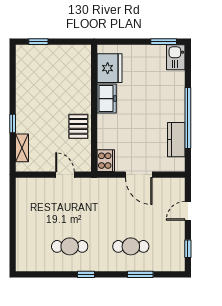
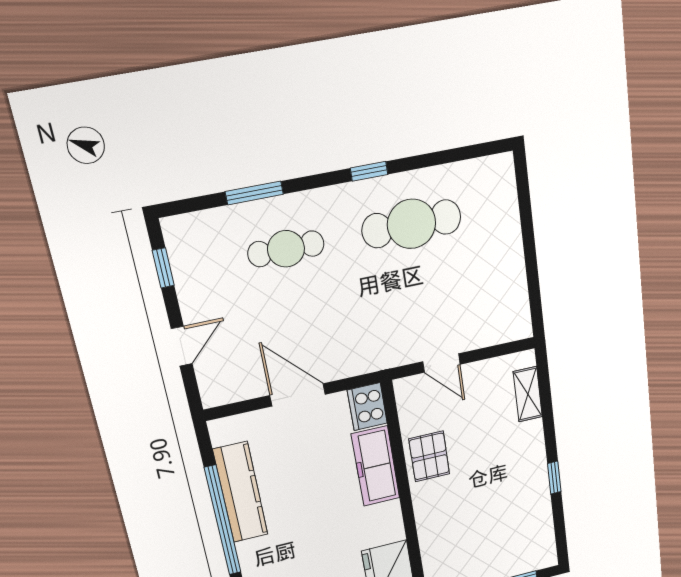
freezer: (107, 99) -> (376, 466), moved, width x1.40
window: (13, 124) -> (554, 478), moved
kitchen counter: (176, 140) -> (241, 492), width x1.50
cafe table: (70, 246) -> (412, 224), width x1.37, depth x1.35

